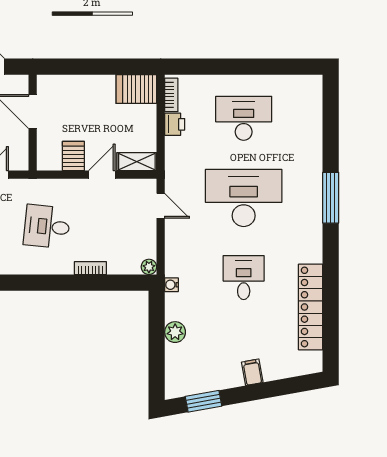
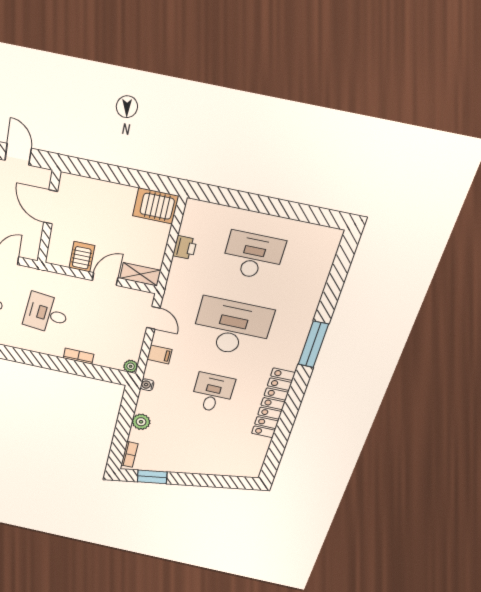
bookcase: (171, 95) -> (129, 454), moved
locker: (311, 307) -> (273, 404), moved
filing cabinet: (252, 372) -> (160, 354), moved, turned 100

